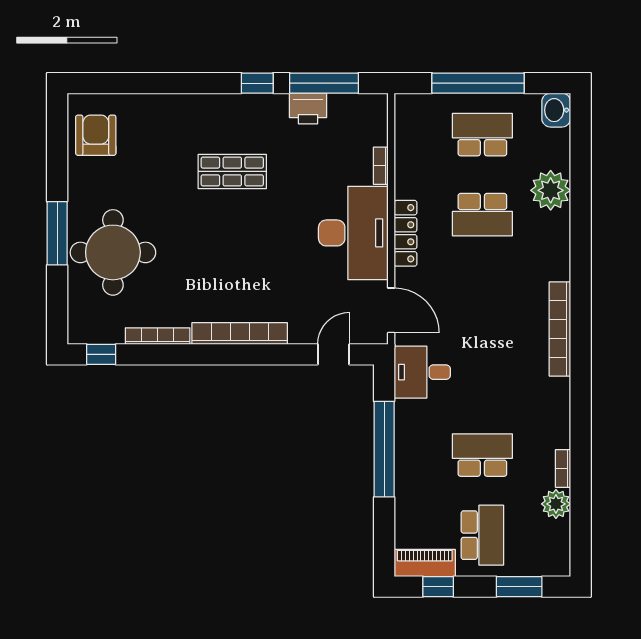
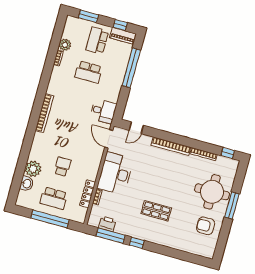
printer: (308, 108) -> (107, 224), moved
washbasin: (556, 110) -> (27, 184), moved
armchair: (96, 135) -> (206, 226), moved, turned 90
school desk: (482, 215) -> (63, 167), width x0.54
locker: (406, 233) -> (88, 194), moved
window: (384, 449) -> (131, 68), moved

